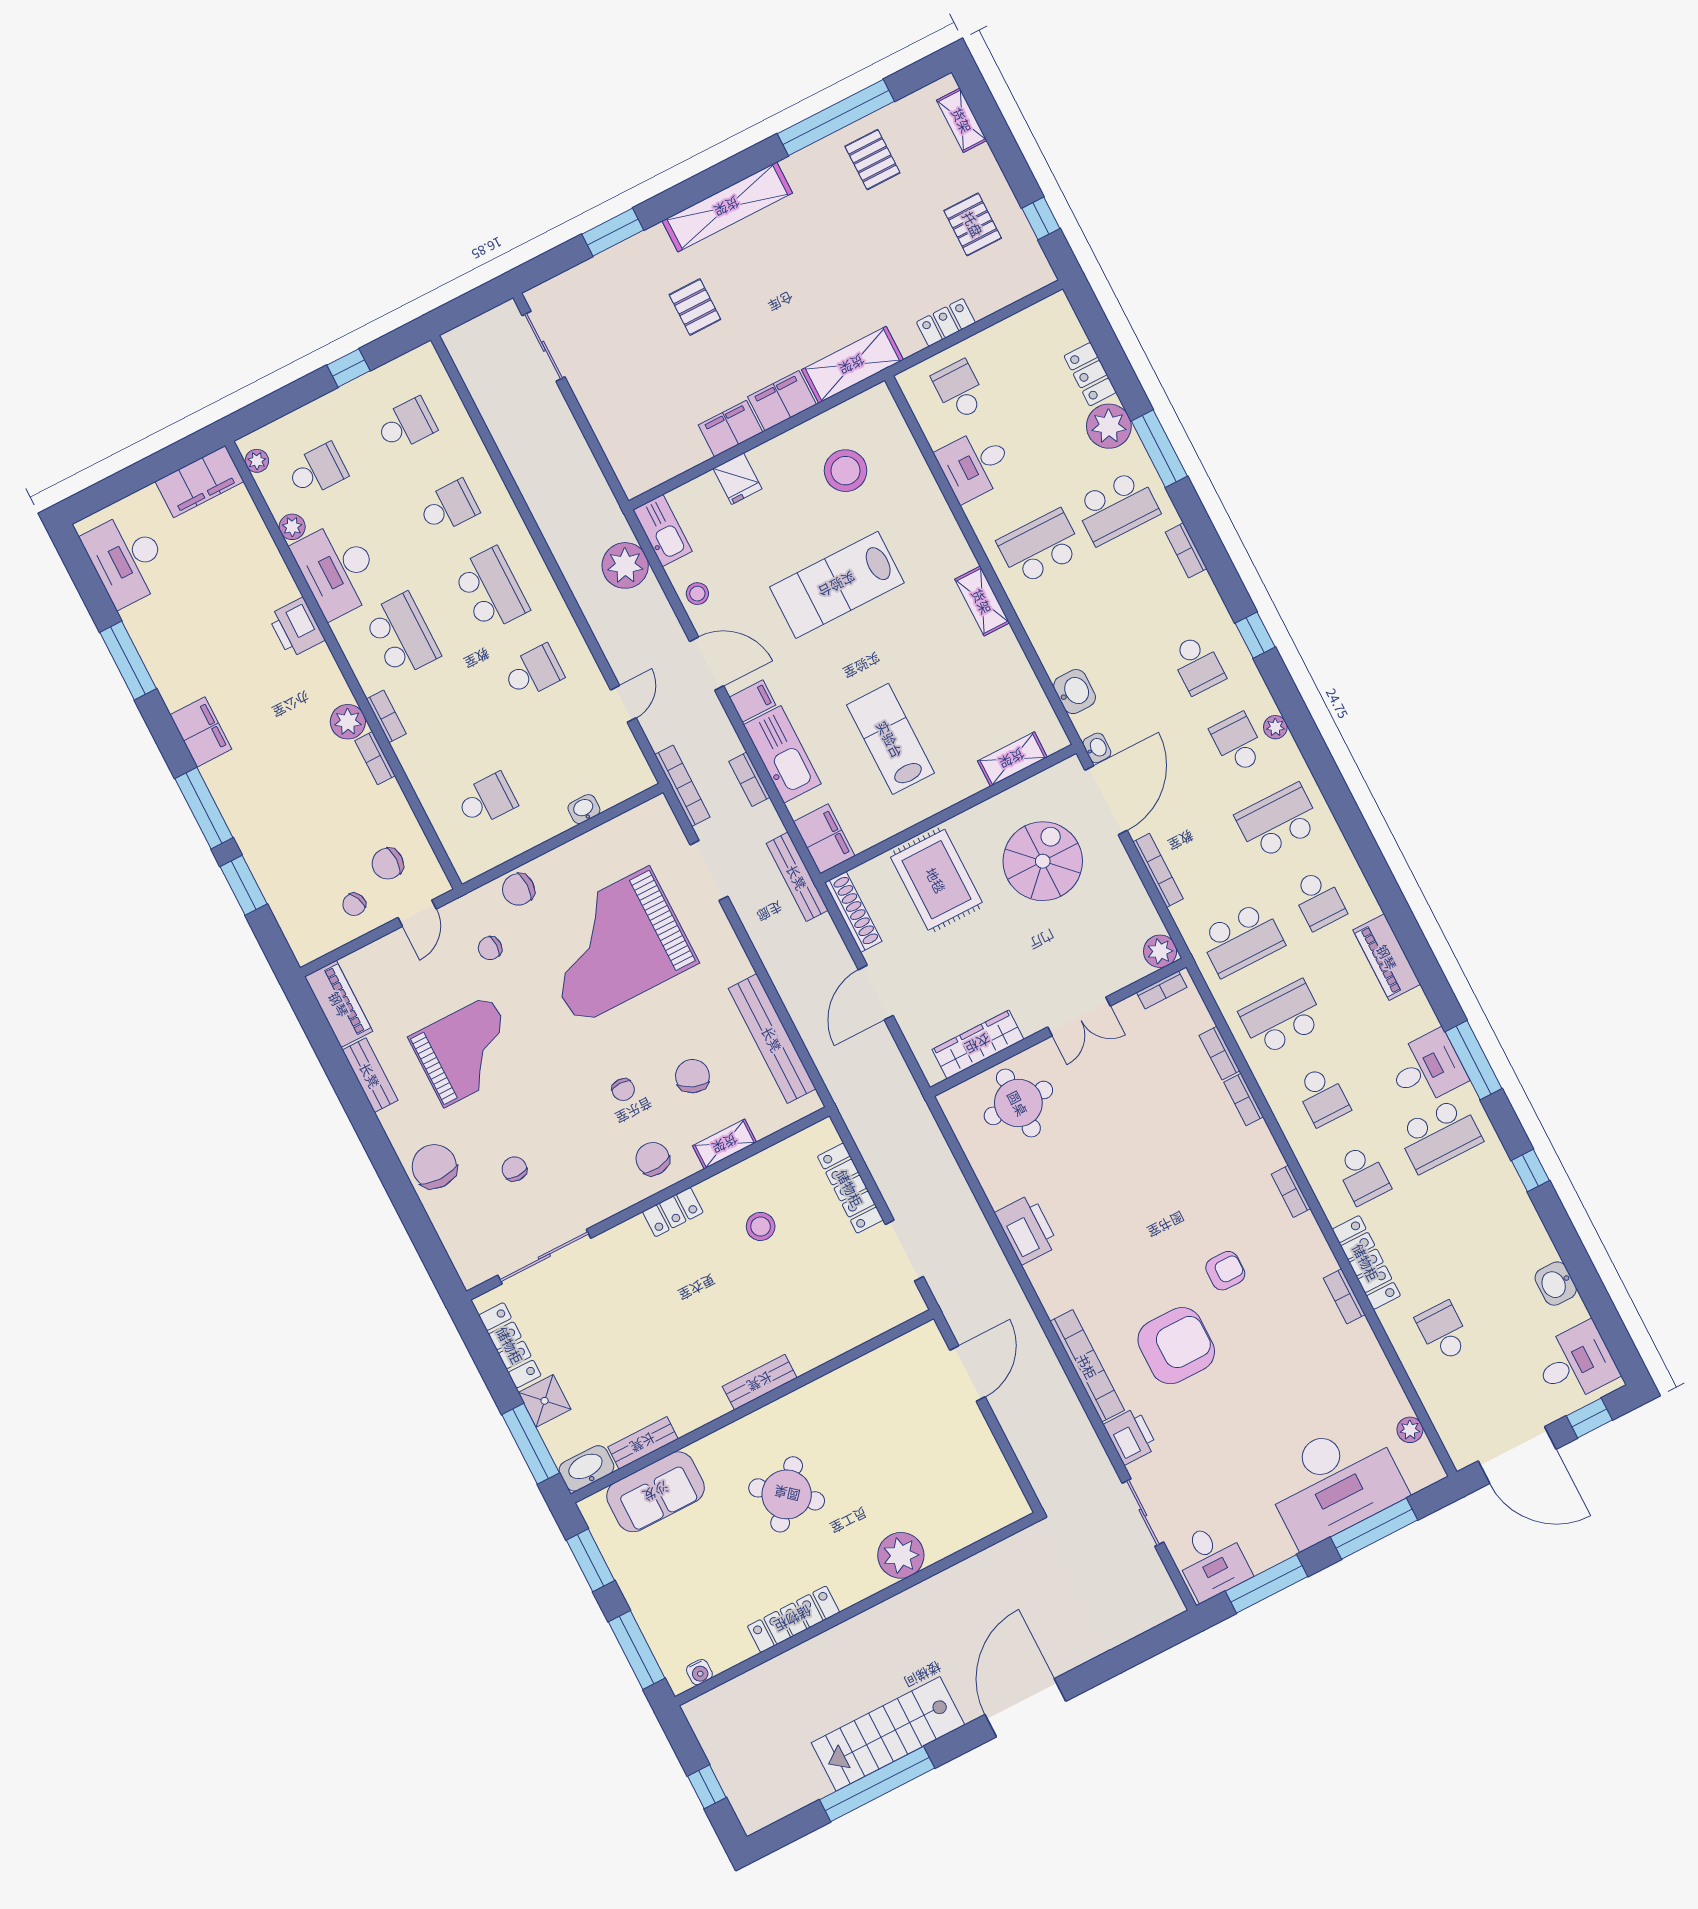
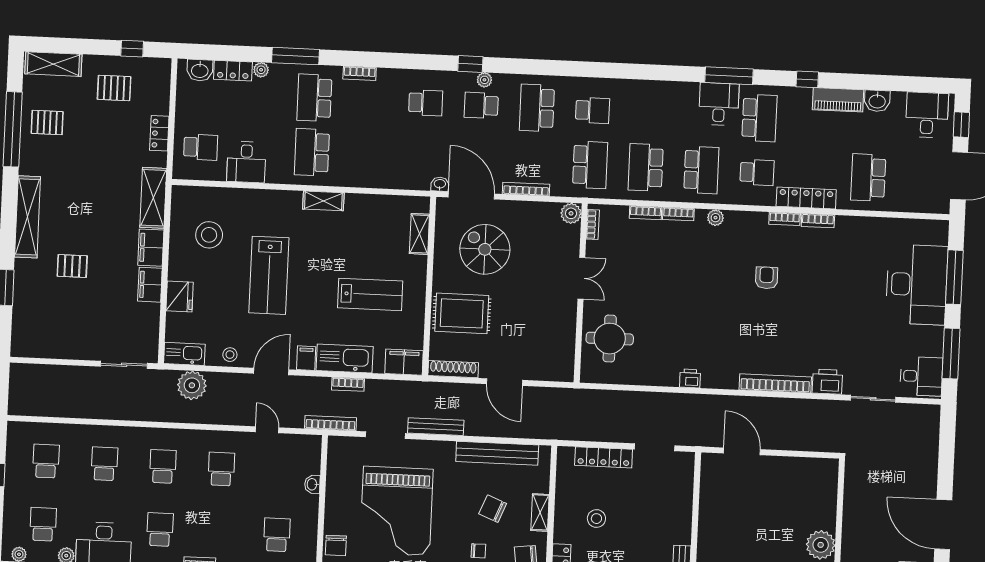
shelving: (962, 120) -> (53, 64), width x1.50, depth x1.33
sliding door: (544, 346) -> (124, 365), moved
school desk: (959, 390) -> (201, 147), turned 180
plant: (1109, 426) -> (261, 70), width x0.53, depth x0.53
fridge: (738, 479) -> (180, 297), width x1.38
school desk: (1117, 507) -> (314, 98), turned 180
school desk: (491, 589) -> (163, 466), width x0.54
school desk: (402, 635) -> (160, 530), width x0.54
window: (1255, 635) -> (470, 64), moved
washbasin: (1075, 692) -> (200, 70), moved, turned 180
lab bench: (890, 739) -> (370, 294), turned 180
bench: (797, 877) -> (436, 427), moved
piano: (1387, 957) -> (838, 100), moved
wardrobe: (978, 1044) -> (565, 342), removed
school desk: (1322, 1096) -> (701, 170), width x1.85
bookcase: (1291, 1191) -> (785, 219), moved
printer: (1027, 1229) -> (690, 378), width x0.53, depth x0.68
school desk: (1443, 1332) -> (868, 178), width x1.85
armchair: (1176, 1346) -> (792, 328), removed
plant: (1410, 1430) -> (715, 218), moved

